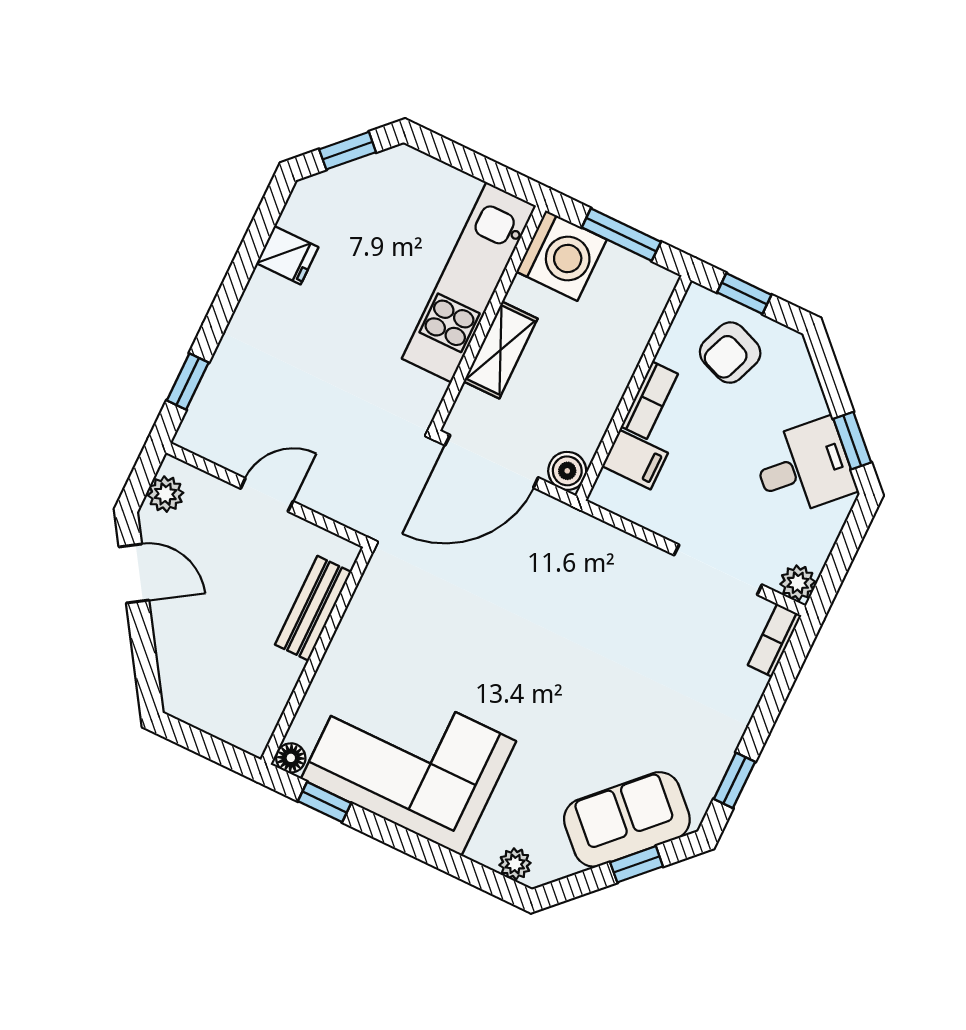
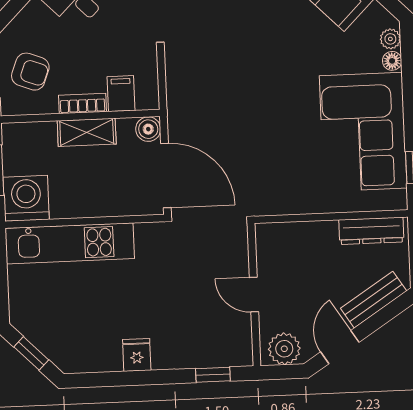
fridge: (287, 255) -> (137, 355), moved
shelving: (501, 350) -> (87, 132), moved
plant: (165, 494) -> (284, 349), width x1.38, depth x1.38
bench: (313, 608) -> (374, 300), moved, turned -33
dresser: (269, 700) -> (371, 231), added
floor lamp: (291, 758) -> (392, 61), moved

